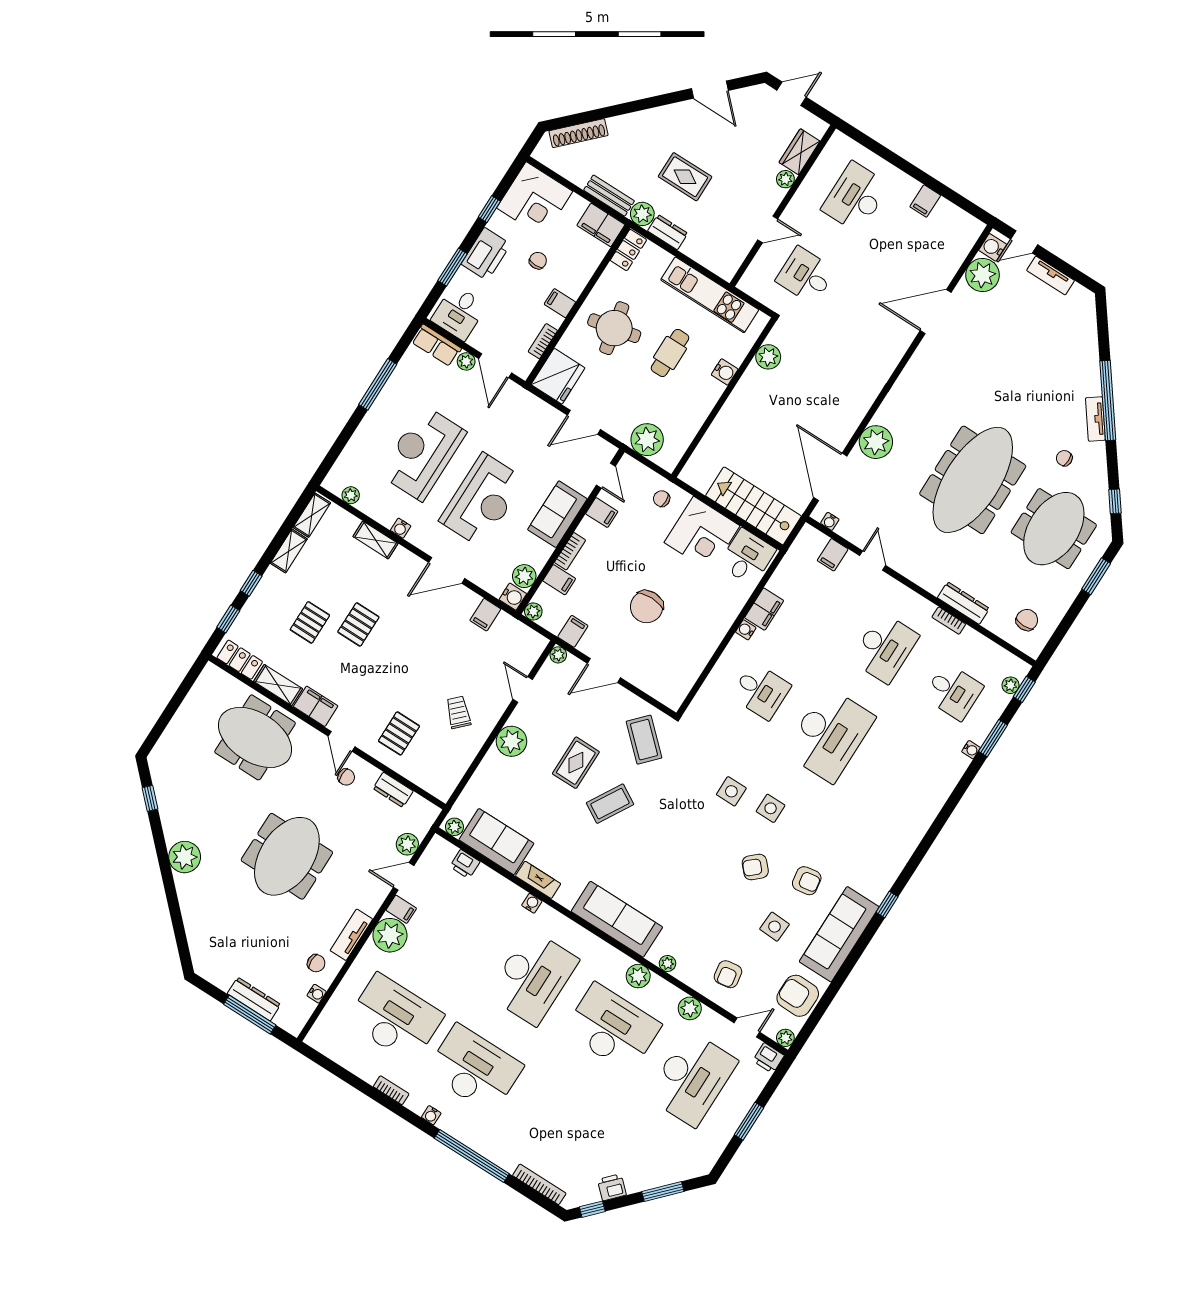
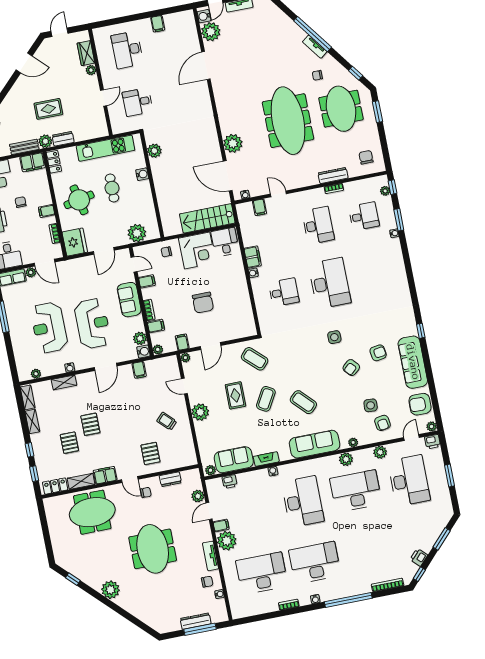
side table: (731, 791) -> (311, 346), removed
coffee table: (653, 853) -> (303, 402), added
side table: (775, 927) -> (371, 405), moved

